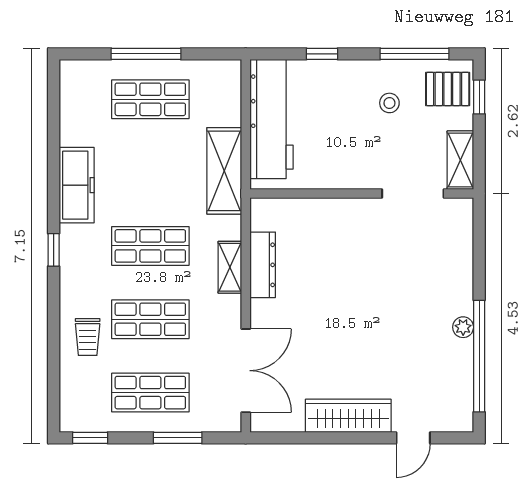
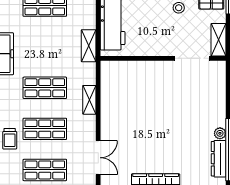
shelving: (224, 171) -> (89, 46), width x0.67, depth x0.75
dresser: (263, 265) -> (219, 159), moved, turned 180
double door: (246, 371) -> (98, 158), width x0.73

